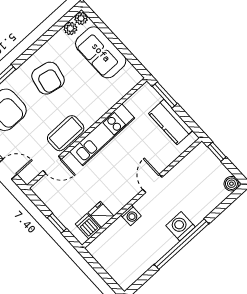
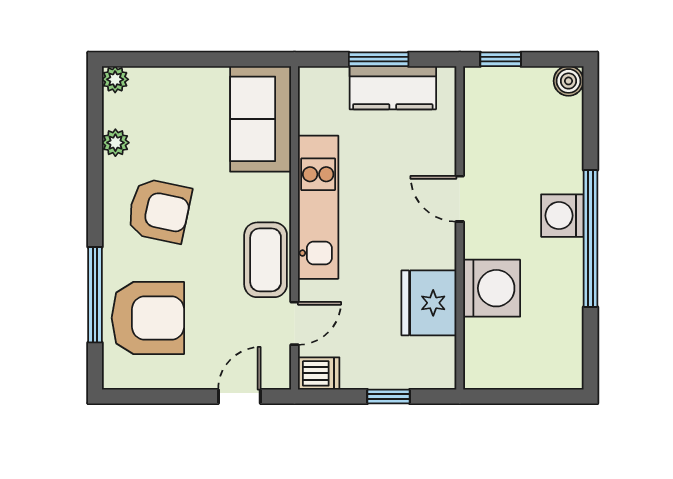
plant: (70, 28) -> (115, 143), moved
sofa: (101, 52) -> (261, 119), moved, turned 90
window: (165, 95) -> (379, 59), moved
fridge: (101, 214) -> (429, 303), width x1.88, depth x1.34
washing machine: (131, 215) -> (492, 288), width x1.89, depth x1.89
dishwasher: (88, 226) -> (319, 373), moved, turned 180

